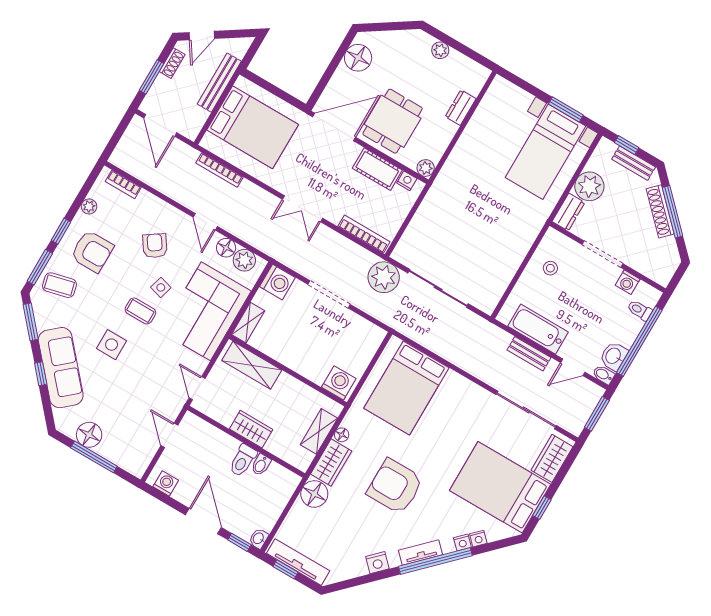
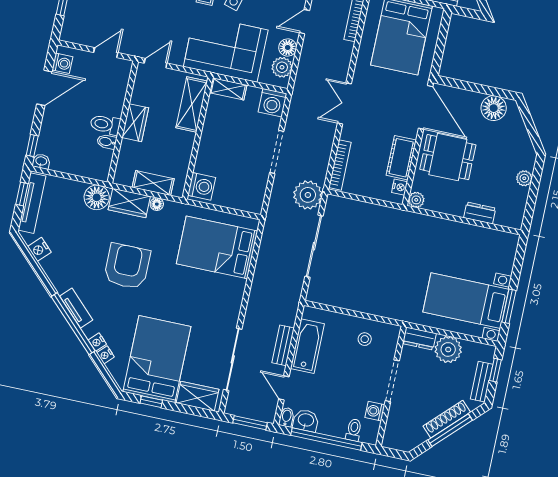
door: (203, 521) -> (44, 88), moved
nightstand: (377, 563) -> (39, 249), moved

